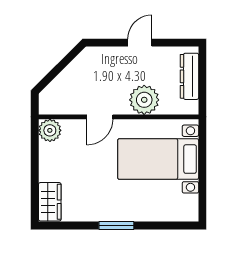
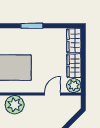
door: (100, 117) -> (52, 94), moved
wardrobe: (50, 162) -> (74, 66), added

